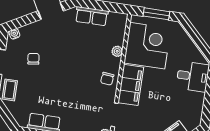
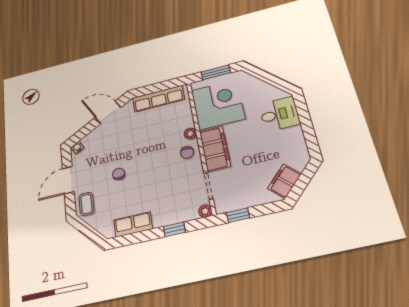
row of seats: (92, 16) -> (158, 99), width x1.48
plant: (117, 51) -> (190, 134), moved
chair: (33, 59) -> (119, 174), moved

